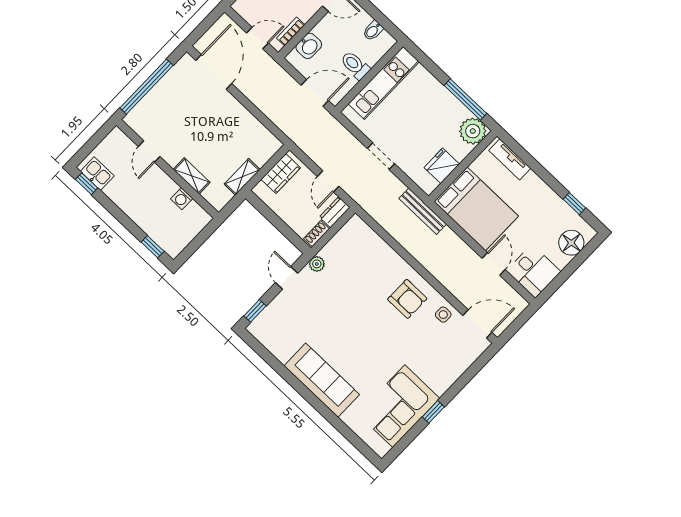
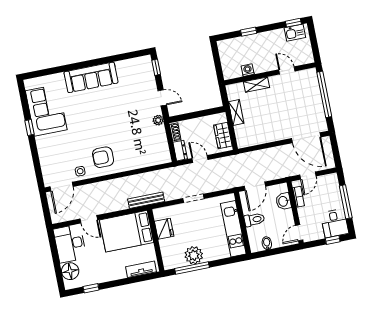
plant: (473, 131) -> (194, 255), moved
window: (153, 247) -> (249, 32), moved
desk: (534, 271) -> (70, 244), width x1.37

